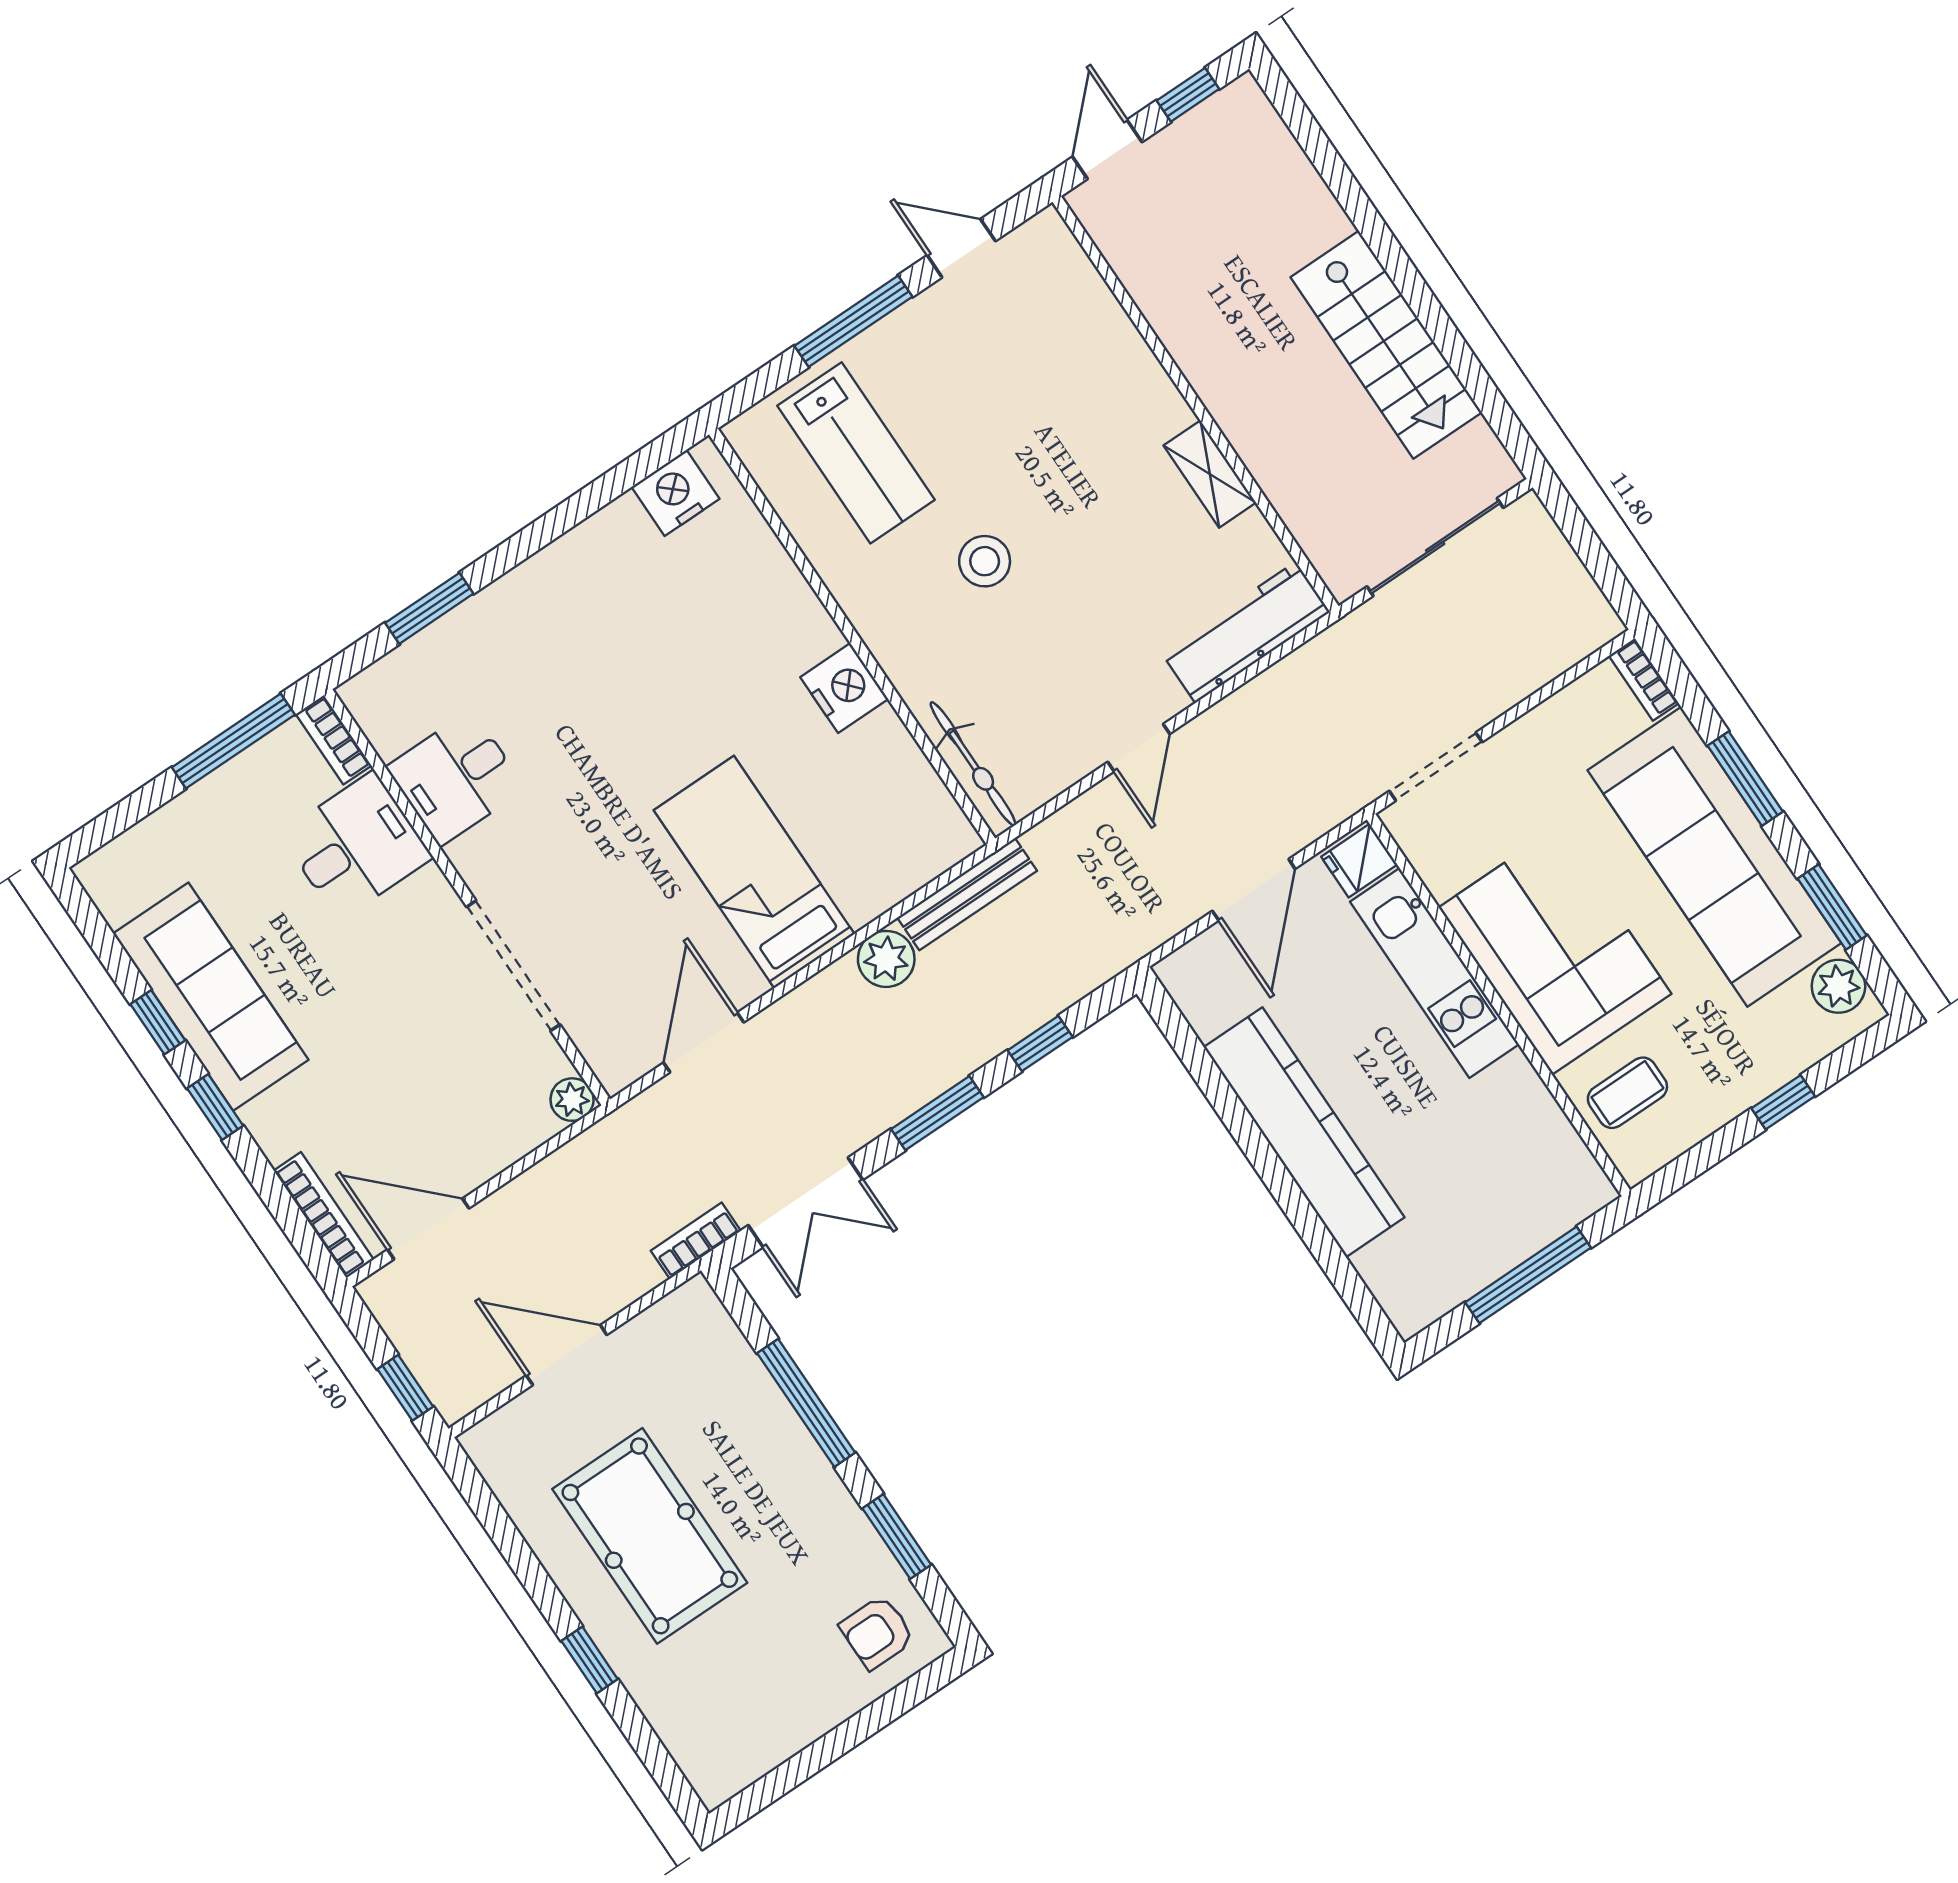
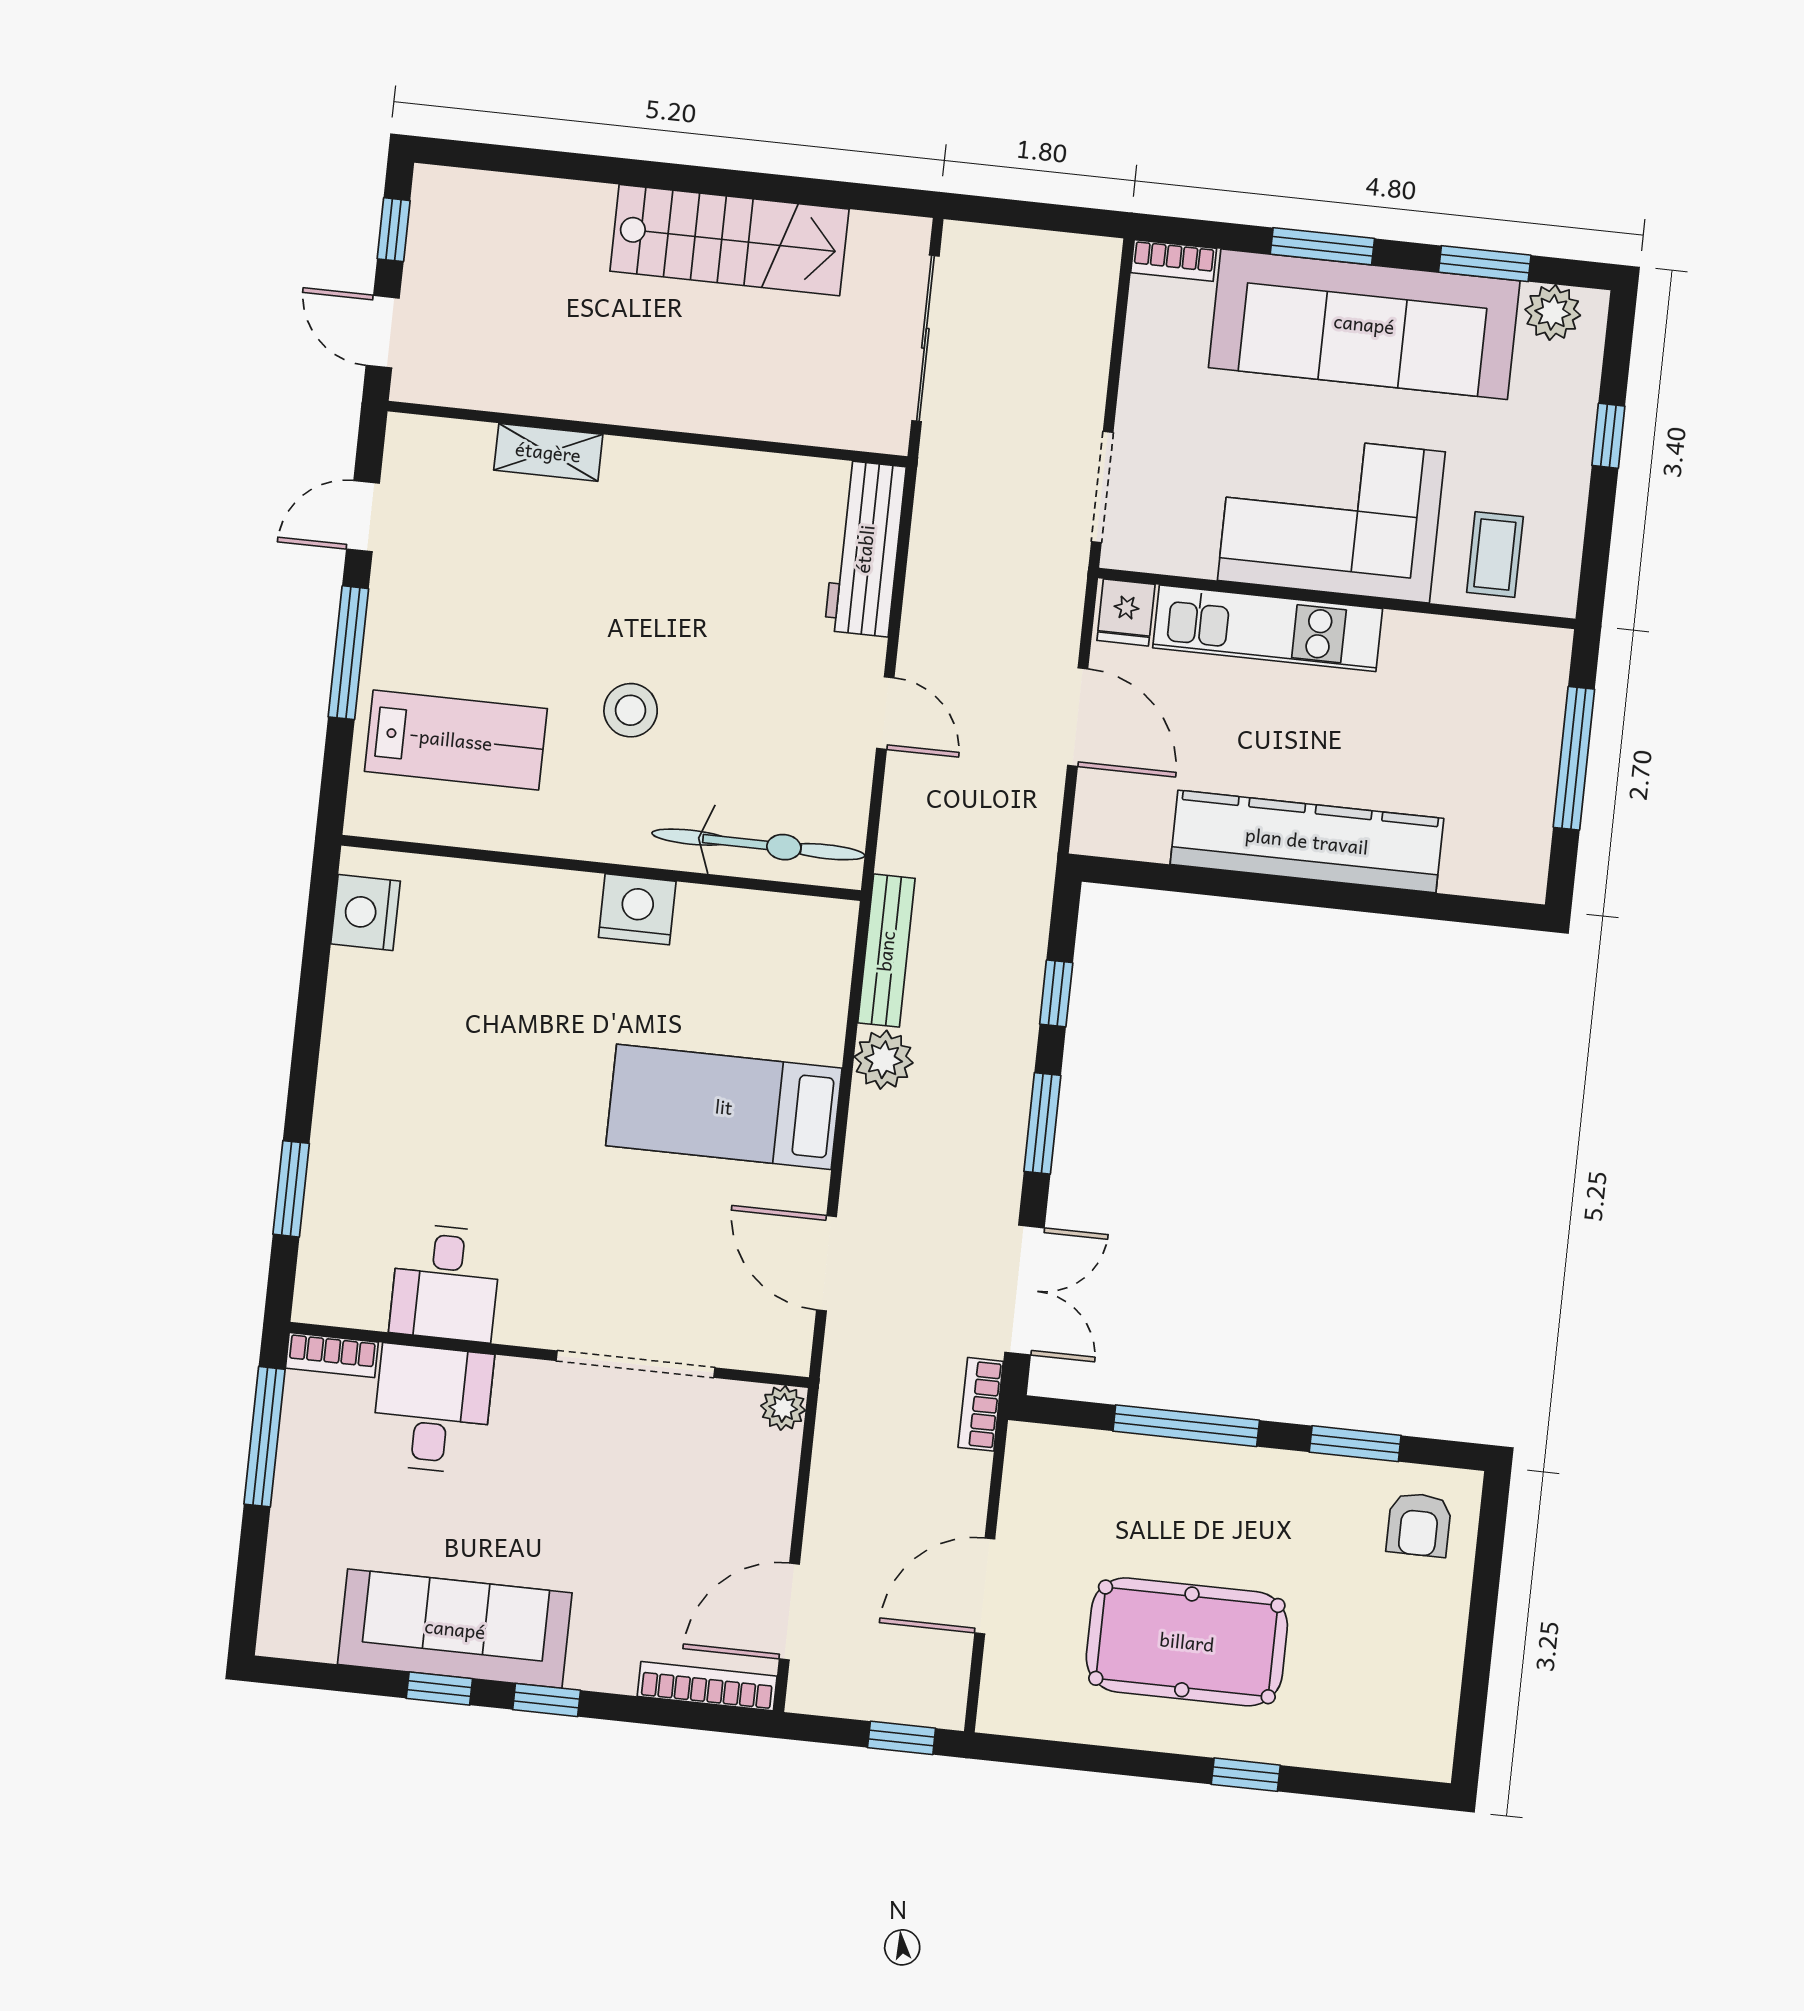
shelving: (1210, 474) -> (548, 452), moved
bicycle: (973, 764) -> (758, 844), width x1.37, depth x1.40

